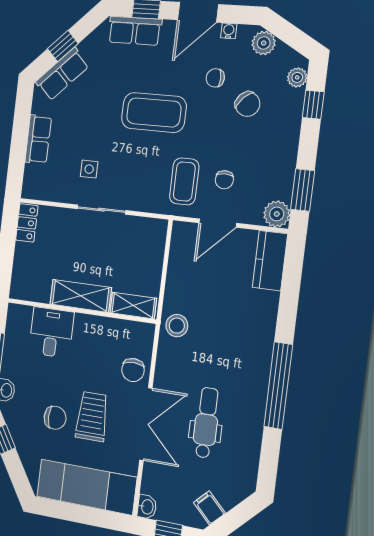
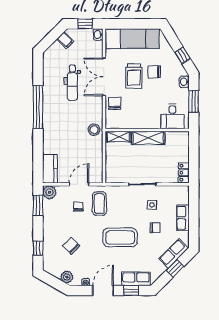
plant: (297, 77) -> (48, 261), removed
chair: (215, 78) -> (155, 228), moved
desk: (51, 332) -> (172, 116), moved

